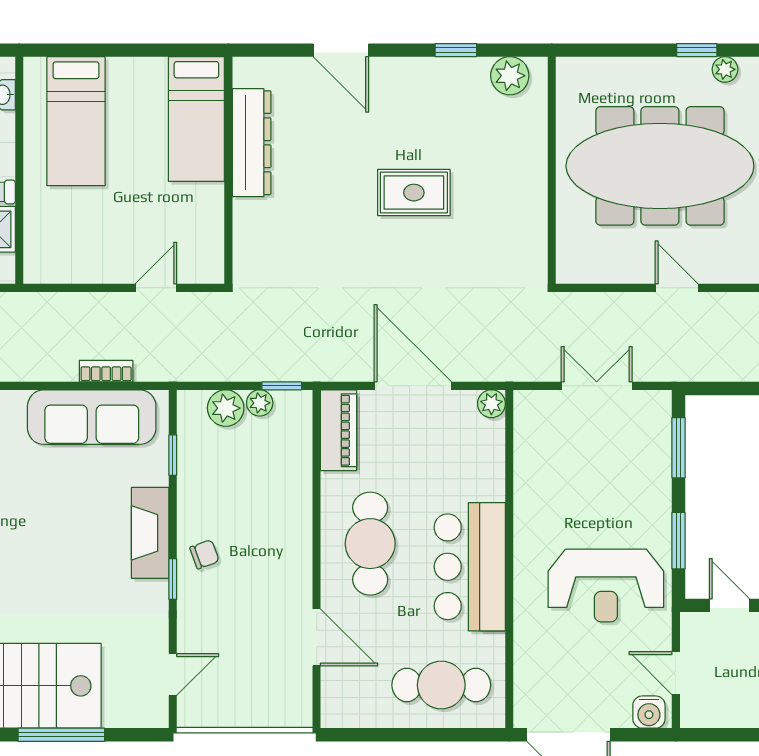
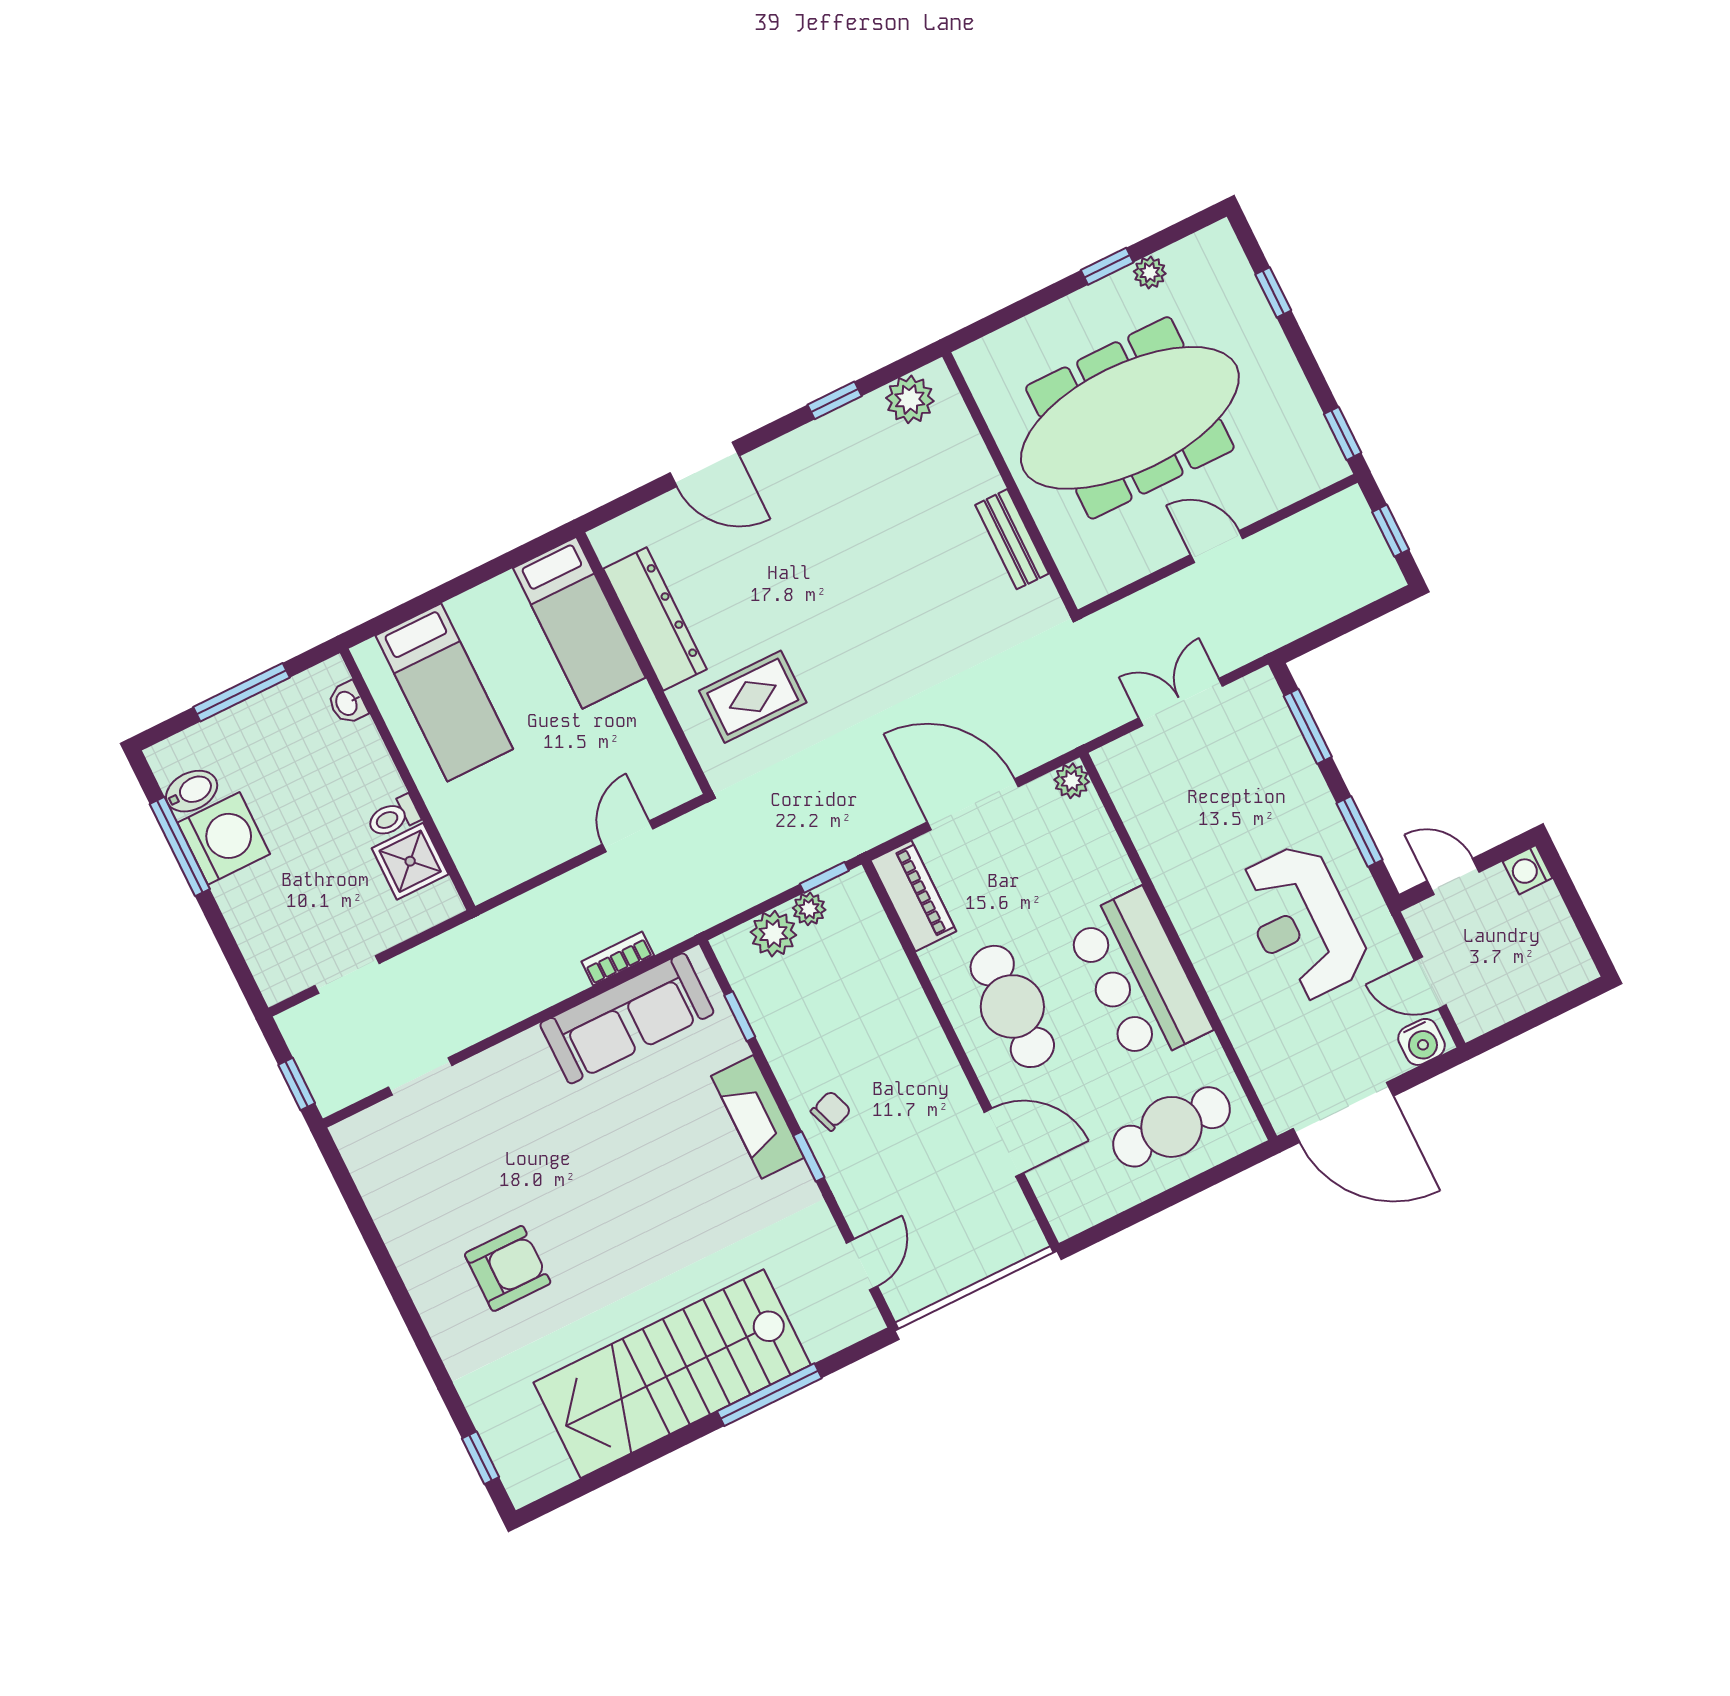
rug: (414, 193) -> (753, 697), moved
bench: (534, 211) -> (1012, 539), added
reception desk: (606, 586) -> (1302, 923), turned 90

